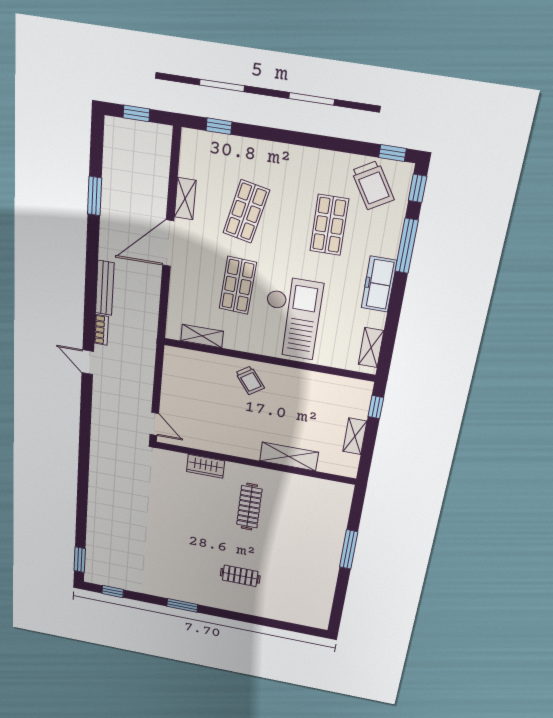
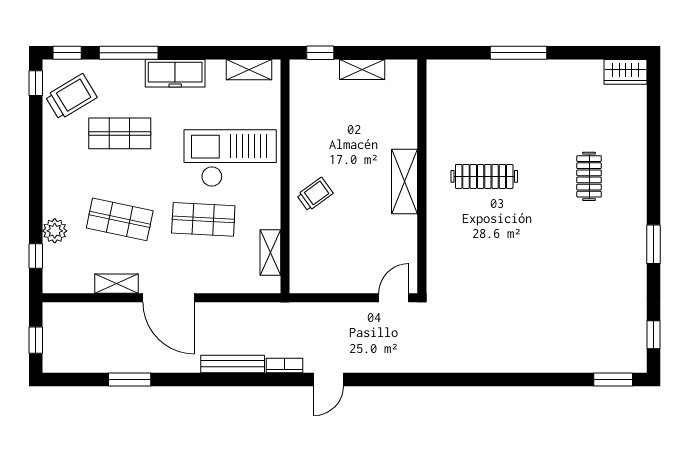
plant: (242, 149) -> (55, 231), added
shelving: (289, 457) -> (405, 182), moved
wardrobe: (206, 466) -> (626, 72), moved, turned 90

